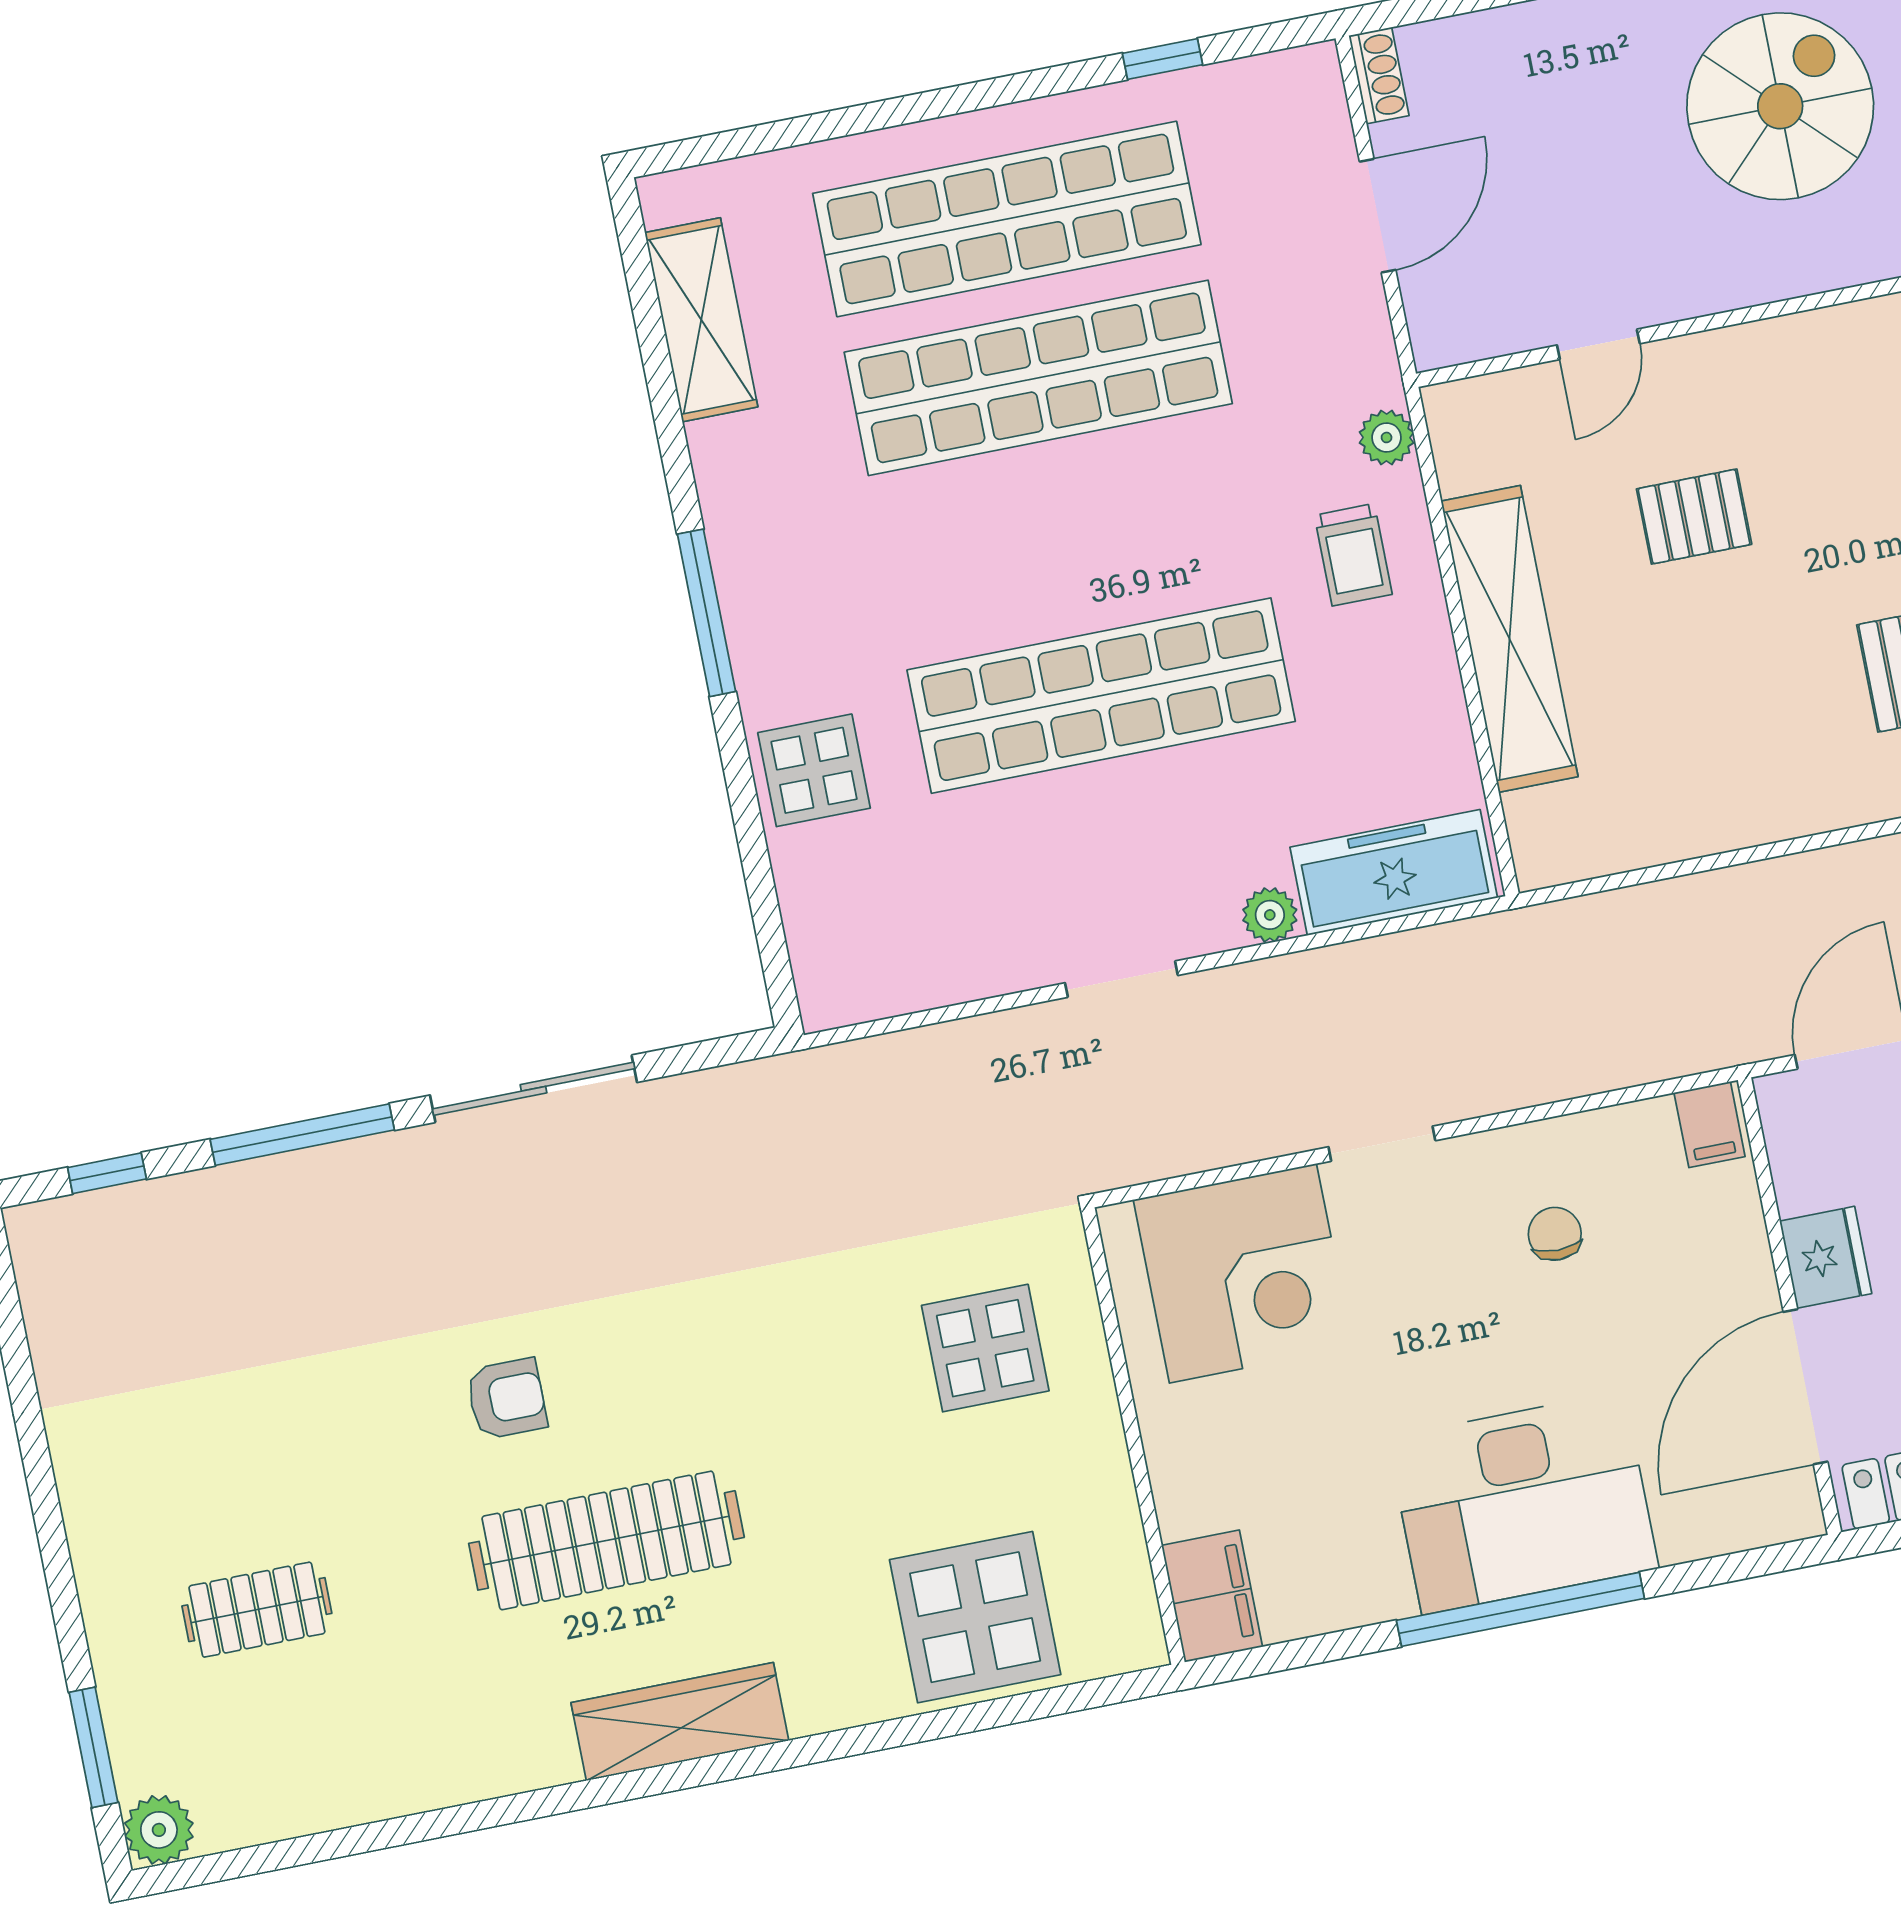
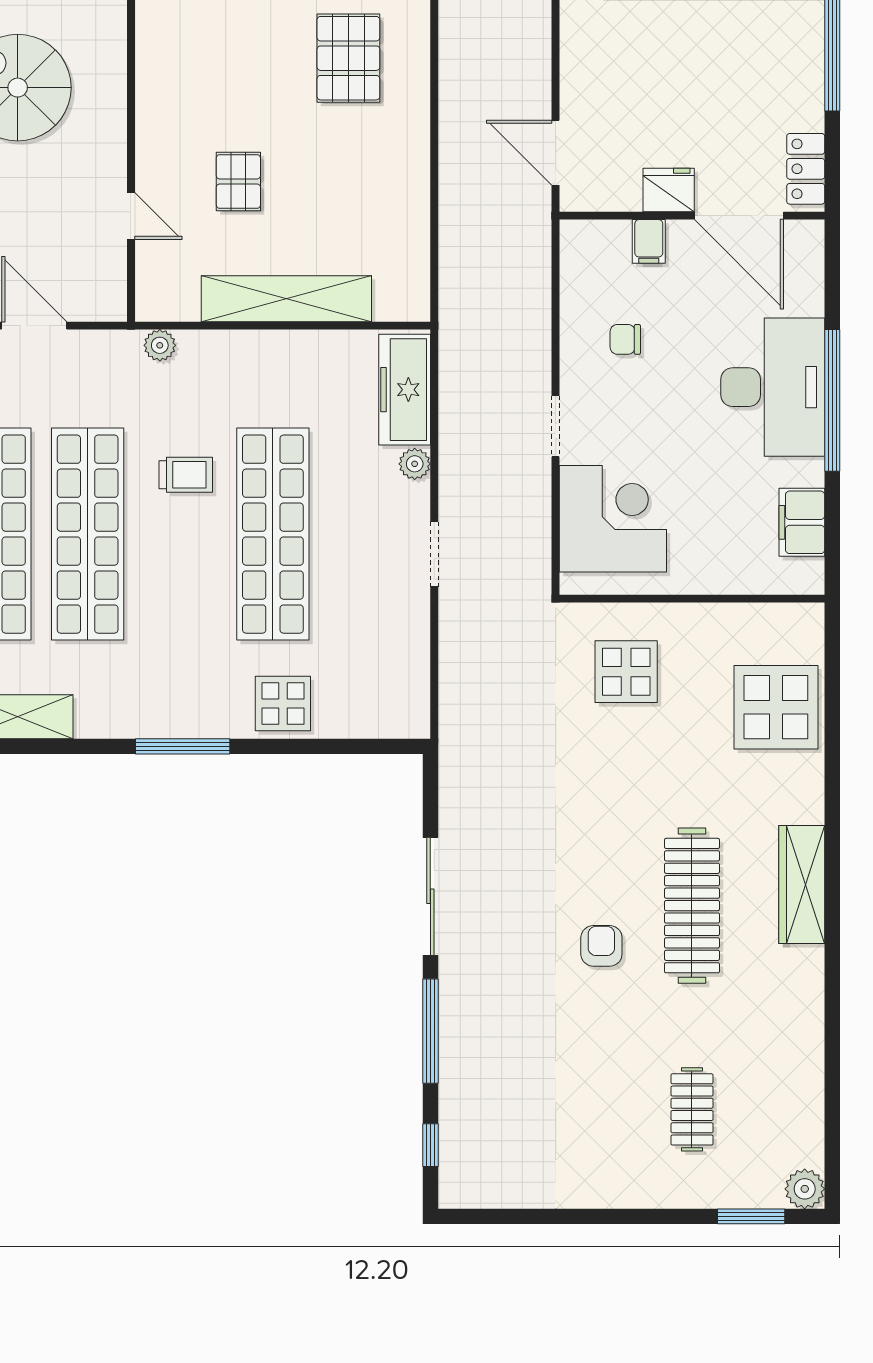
trolley: (1353, 555) -> (186, 475), moved
filing cabinet: (1710, 1125) -> (649, 241), moved, turned 90
filing cabinet: (1212, 1596) -> (802, 522), moved, turned -90

